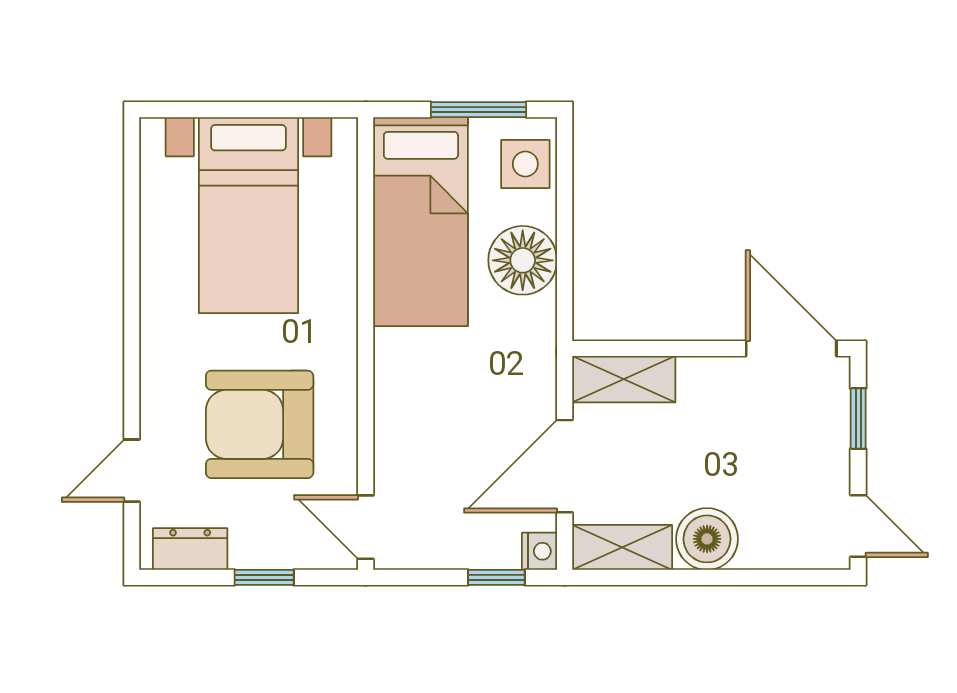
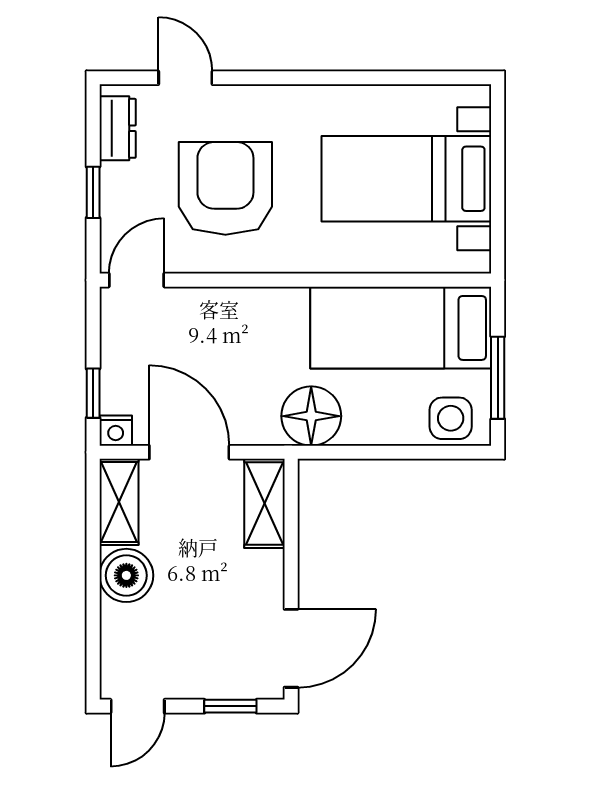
floor lamp: (523, 260) -> (311, 416), moved

